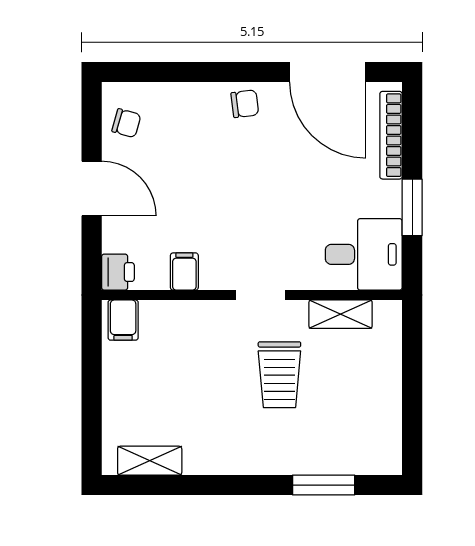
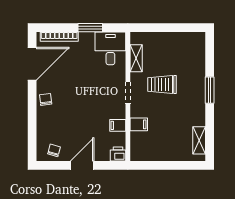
filing cabinet: (123, 320) -> (139, 124), moved
trolley: (279, 375) -> (162, 85), turned 180
window: (324, 485) -> (210, 90), moved

